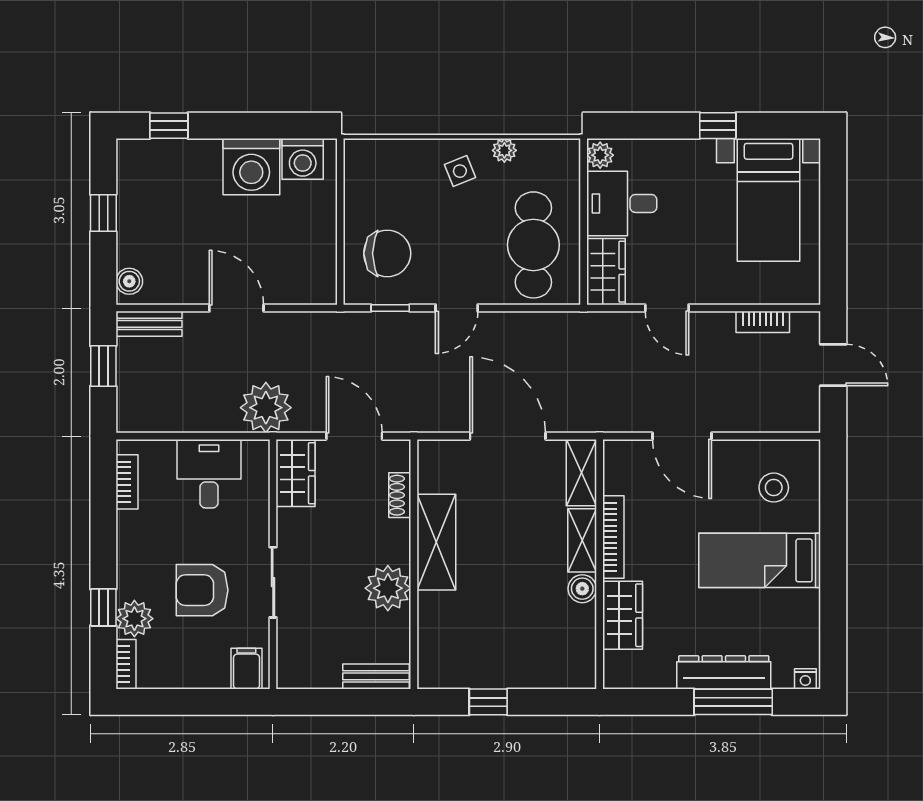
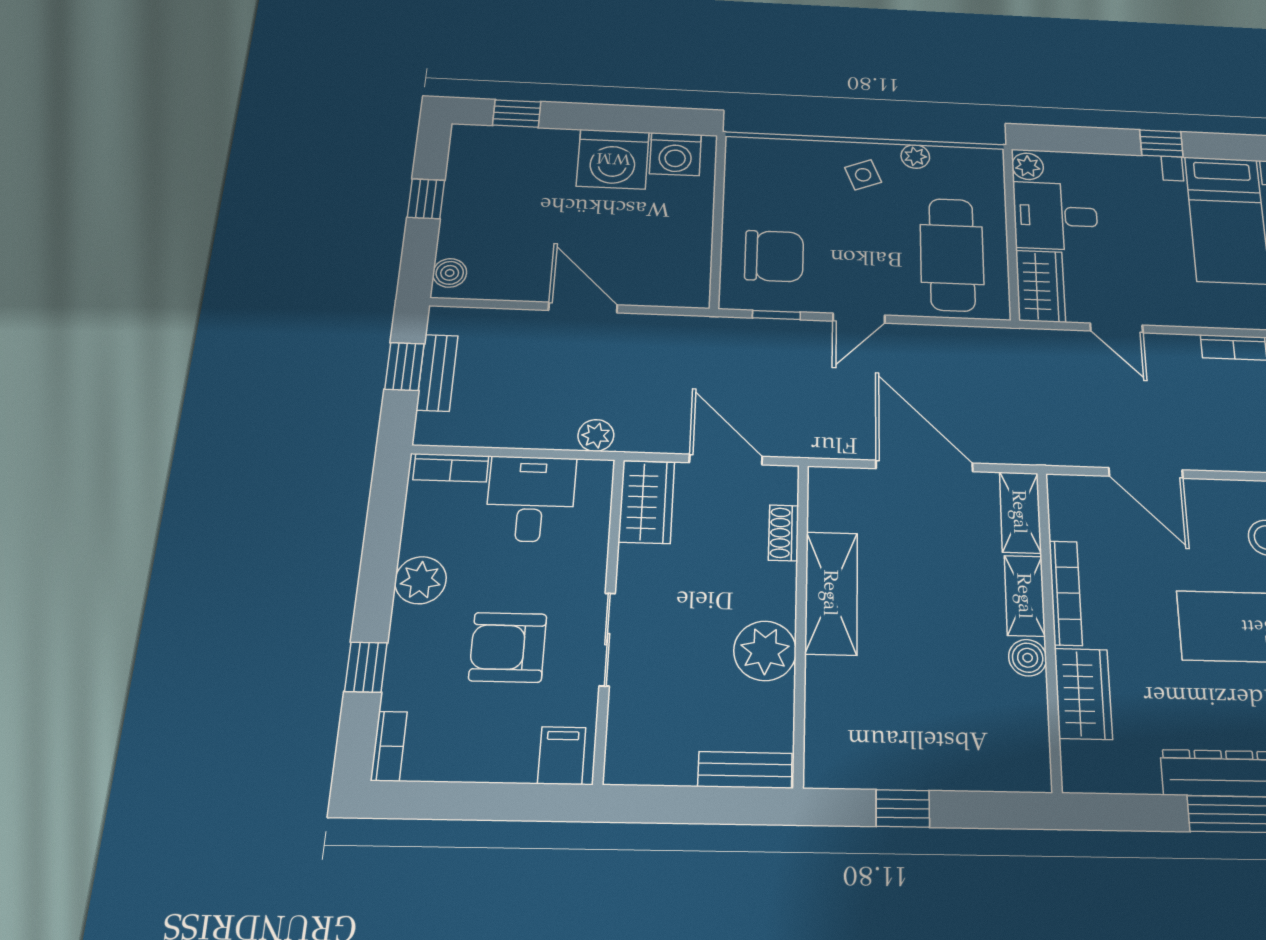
bench: (149, 324) -> (437, 373), moved, turned 90
plant: (266, 408) -> (596, 435), width x0.53, depth x0.53
bookcase: (127, 482) -> (451, 468), moved, turned 90
plant: (134, 619) -> (421, 580), moved

